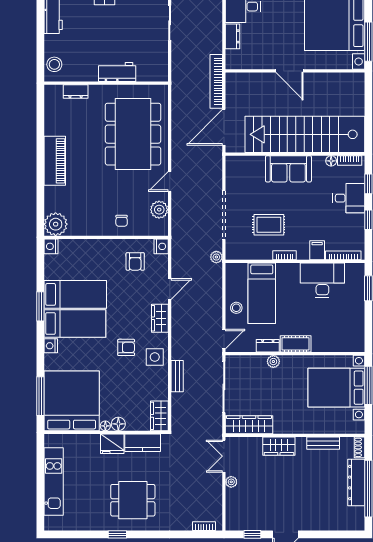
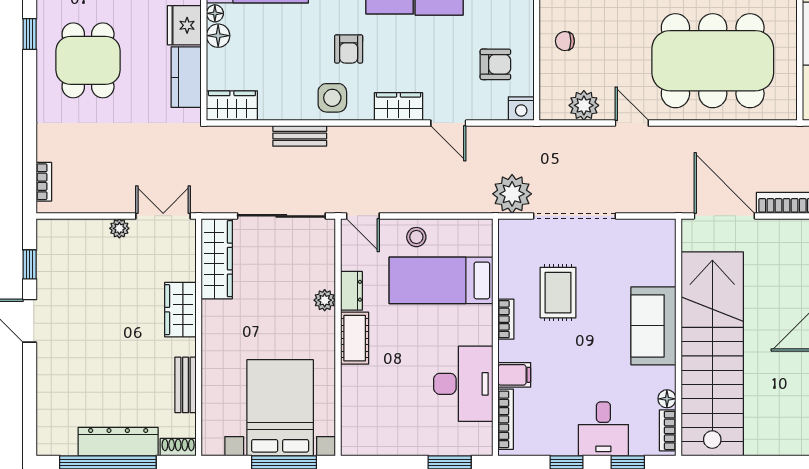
plant: (216, 257) -> (512, 194), width x1.88, depth x1.88
armchair: (135, 261) -> (495, 64), turned 180

